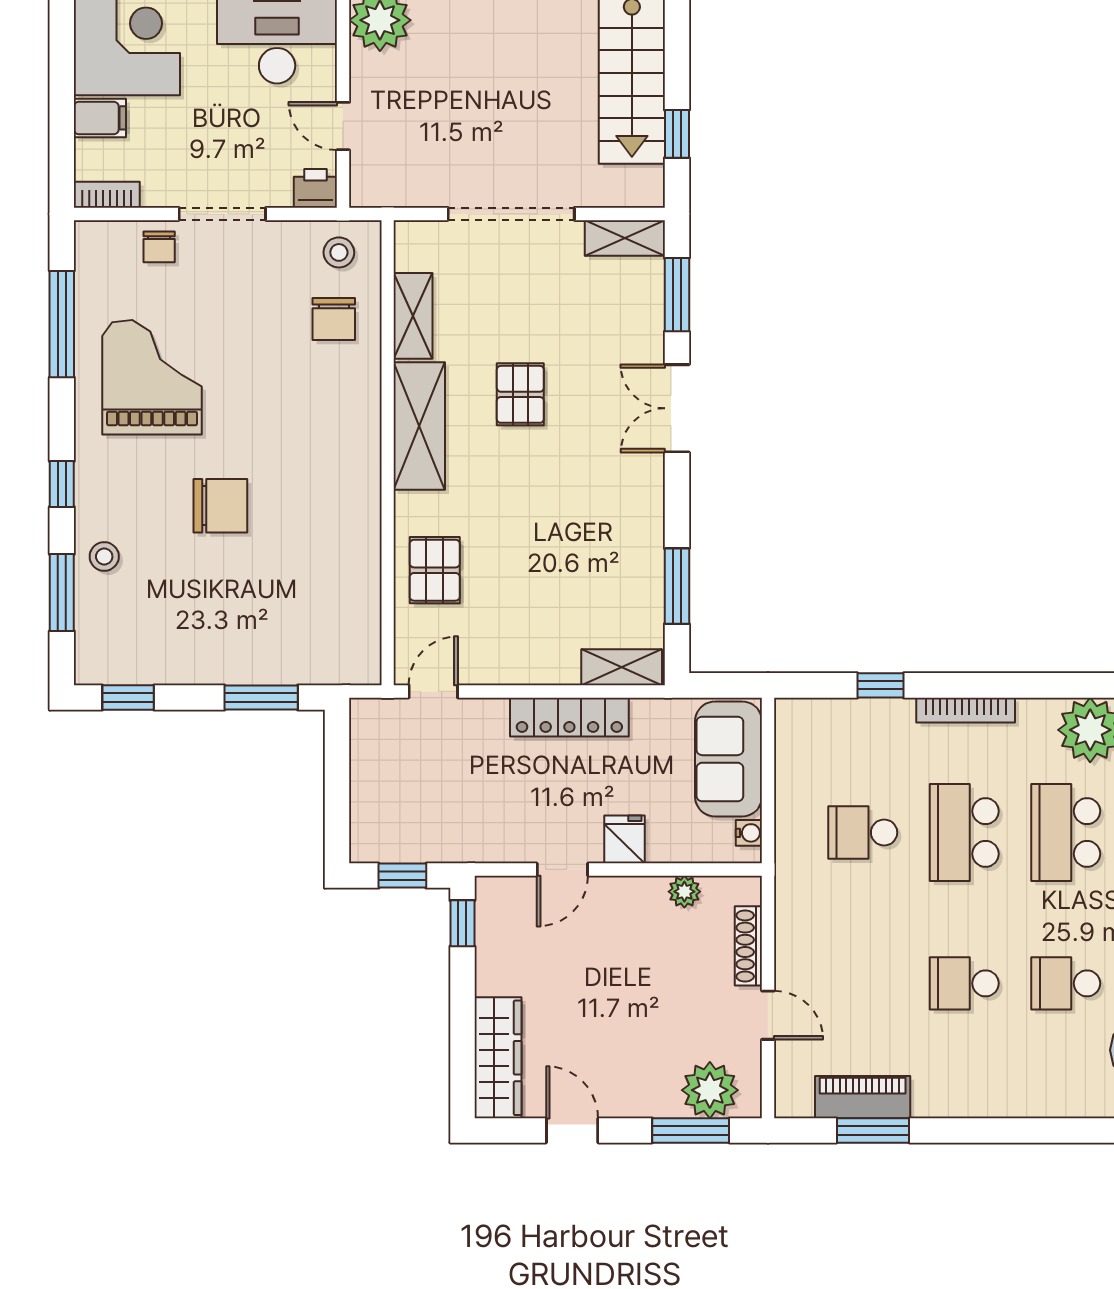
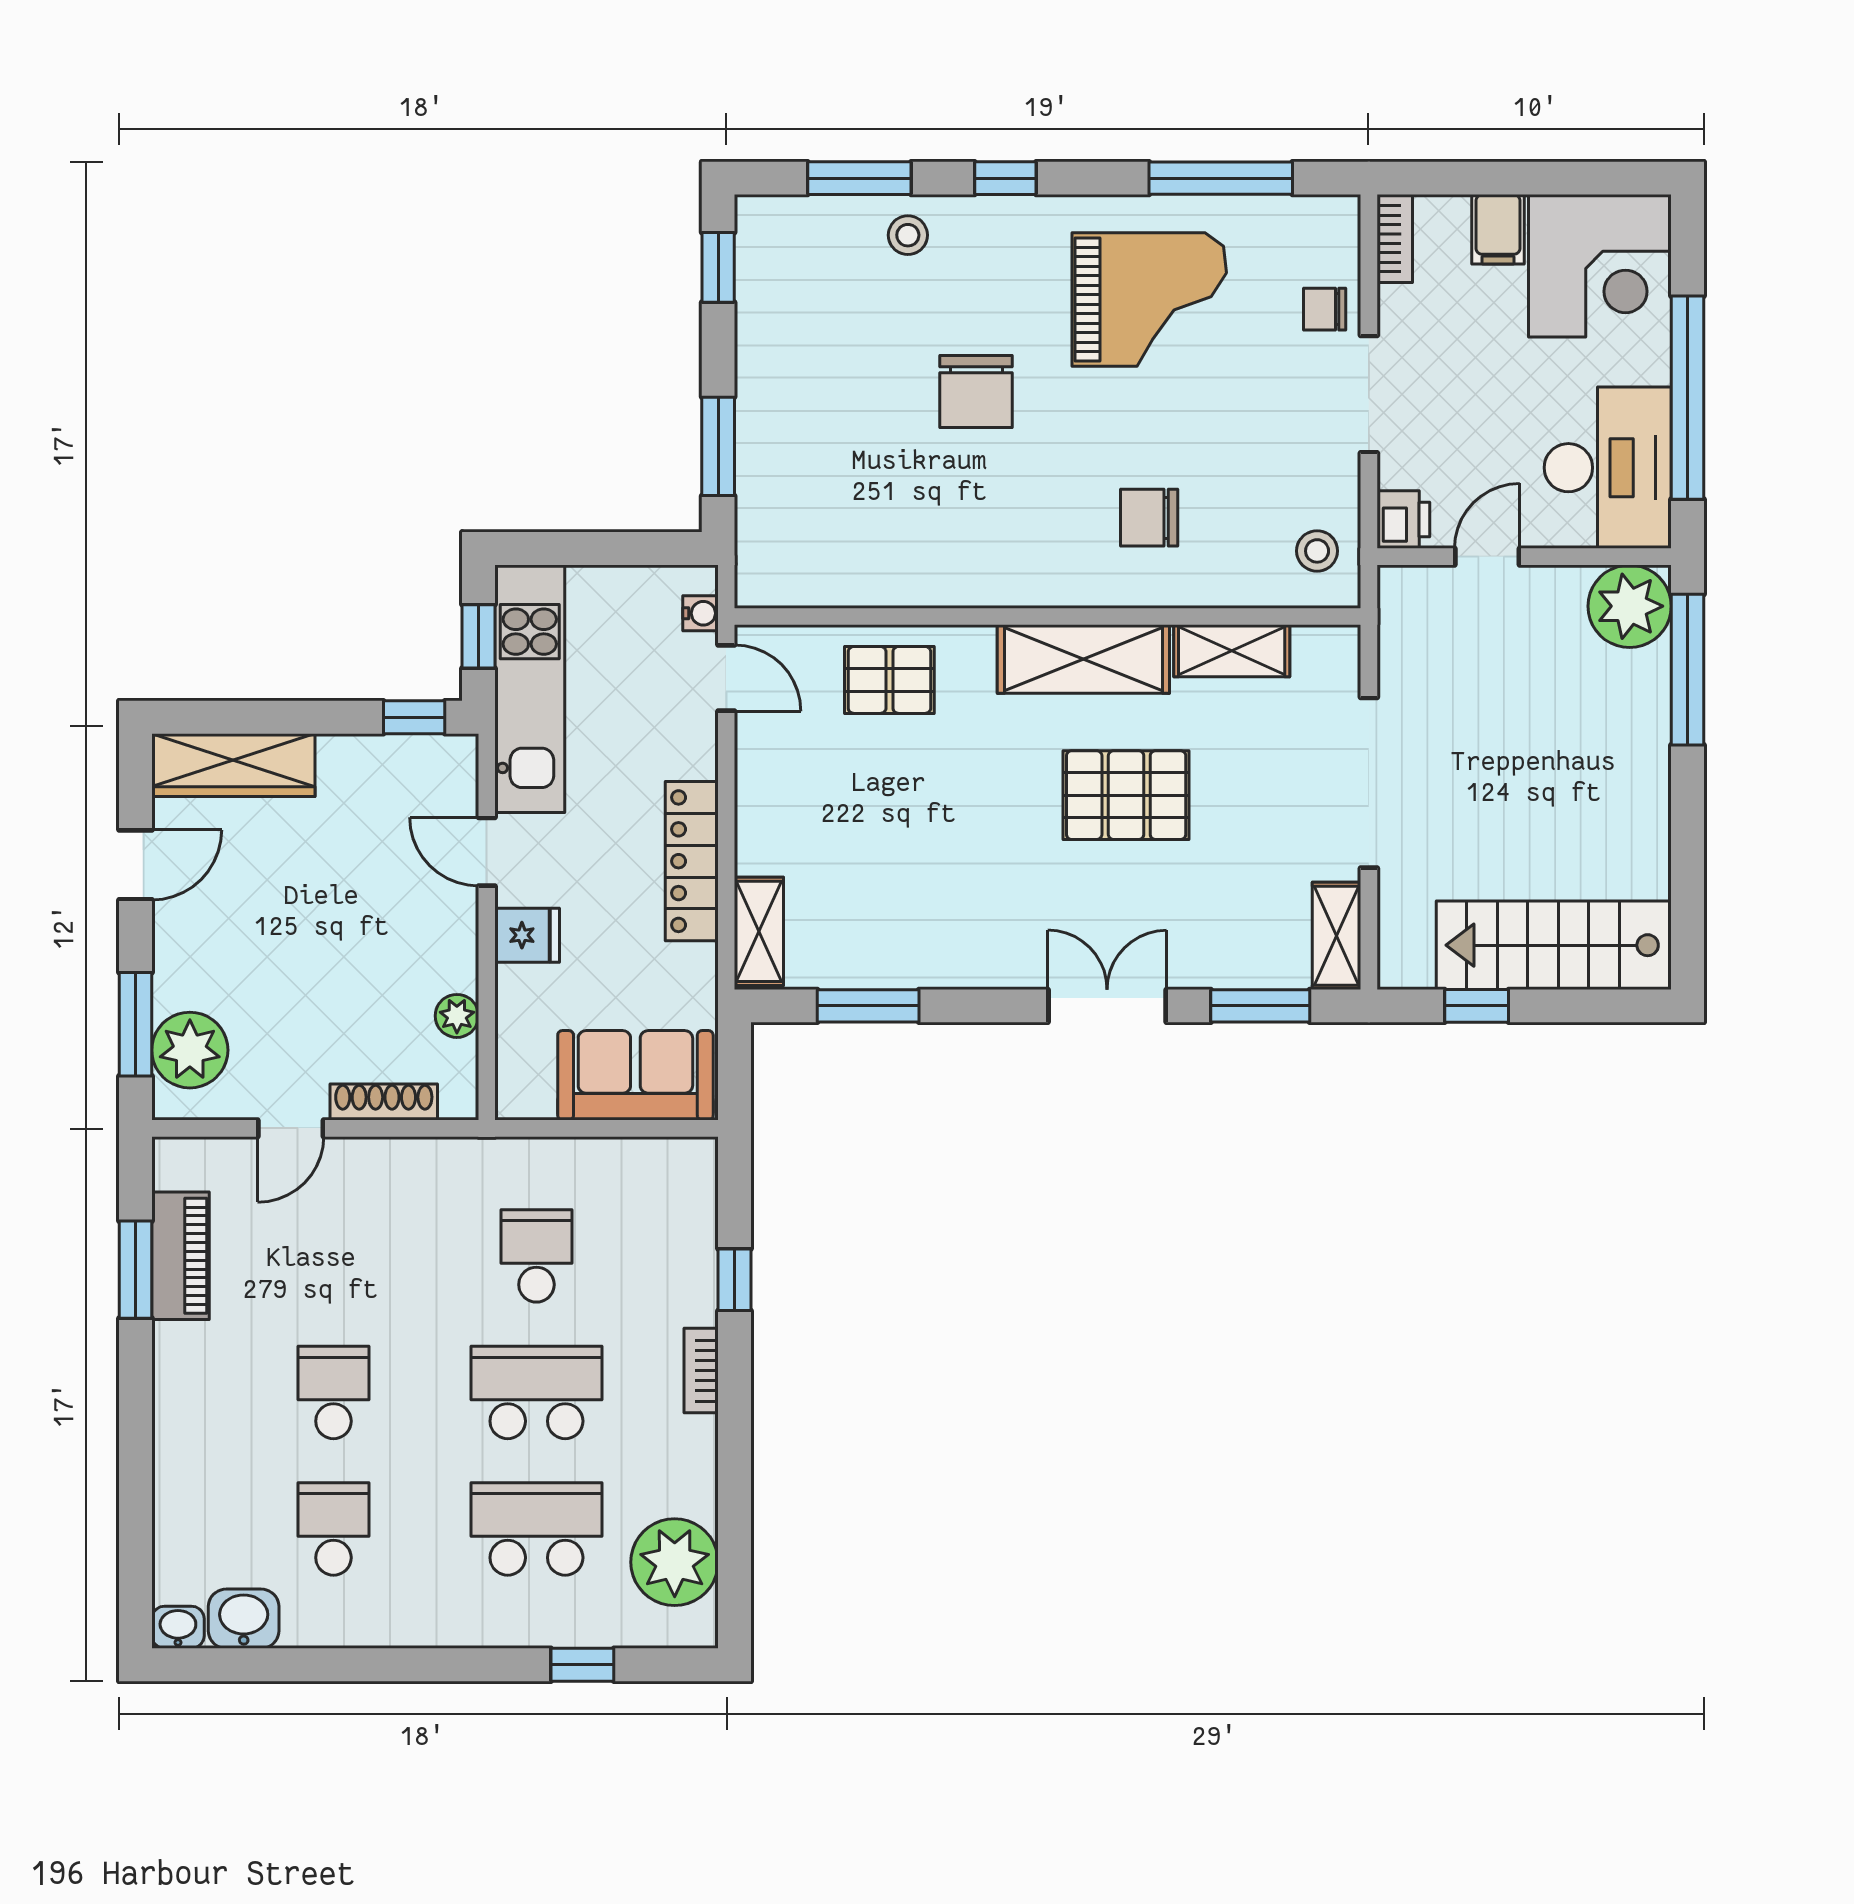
chair: (334, 319) -> (1149, 518), moved
pallet: (520, 394) -> (1126, 795), width x1.50, depth x1.42
bookcase: (966, 710) -> (701, 1371), width x0.64
water cooler: (749, 833) -> (701, 613), moved, turned -90
kitchen unit: (441, 837) -> (530, 689), added

